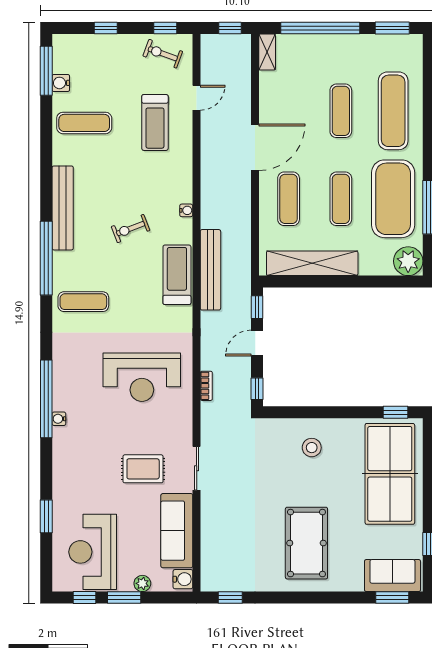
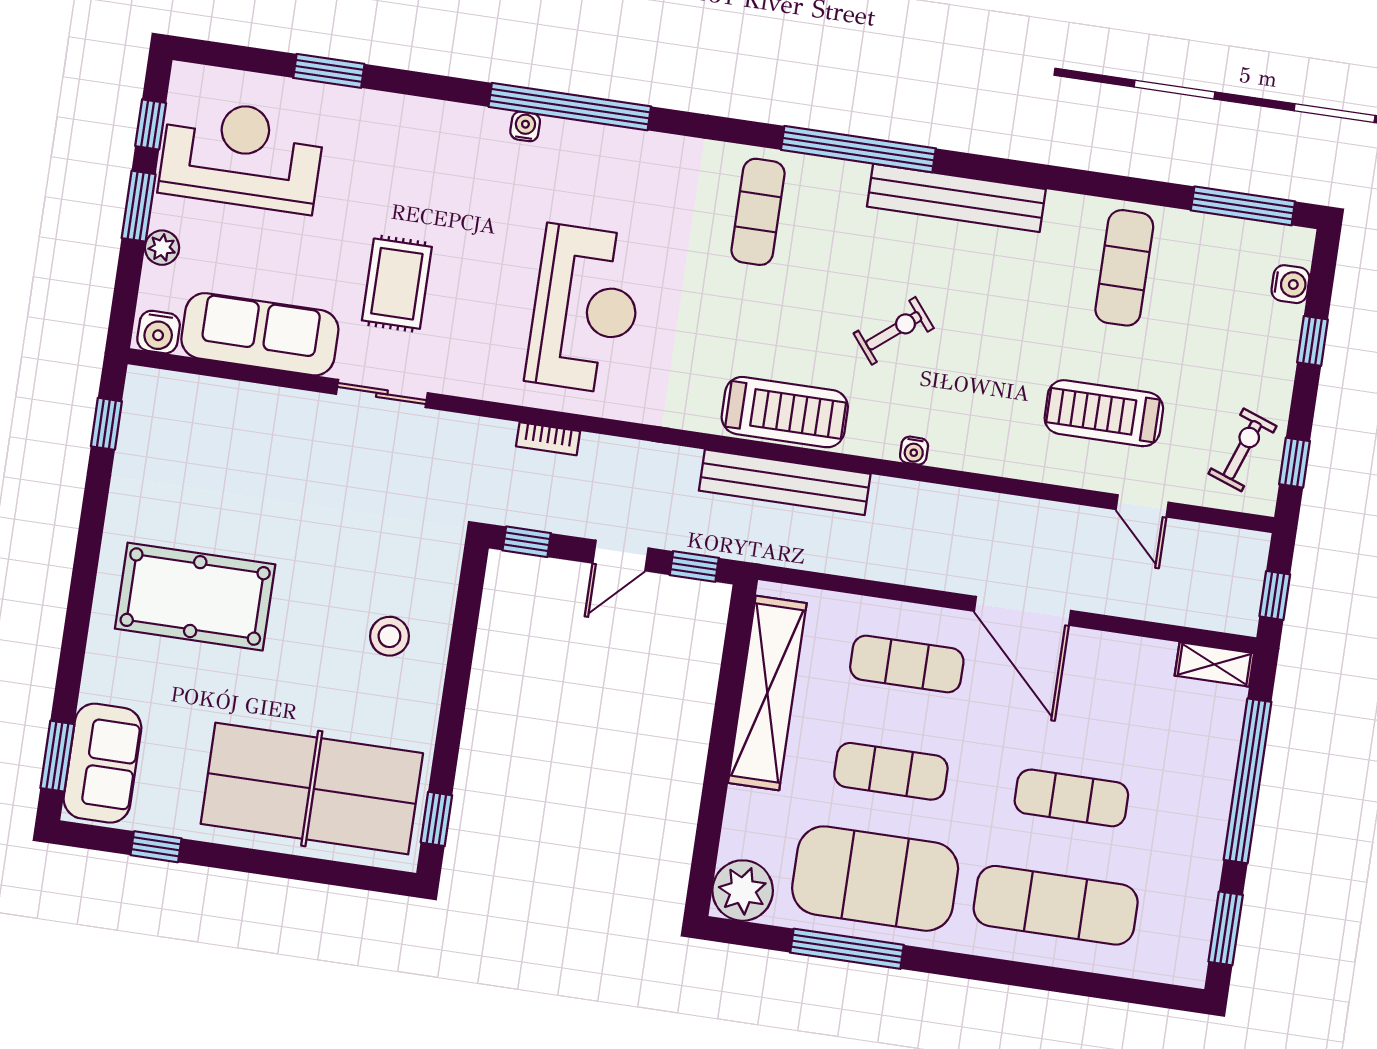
water cooler: (61, 83) -> (1290, 284), moved, turned 90
exercise bike: (131, 229) -> (894, 331), turned 72
door: (257, 343) -> (620, 556), swing flipped
reception desk: (142, 377) -> (585, 309), turned 180

